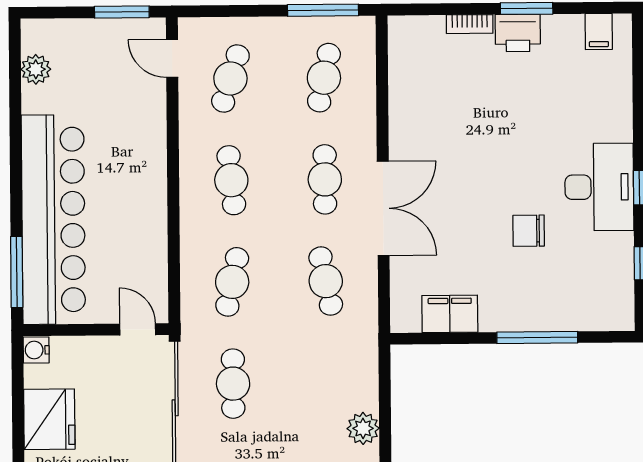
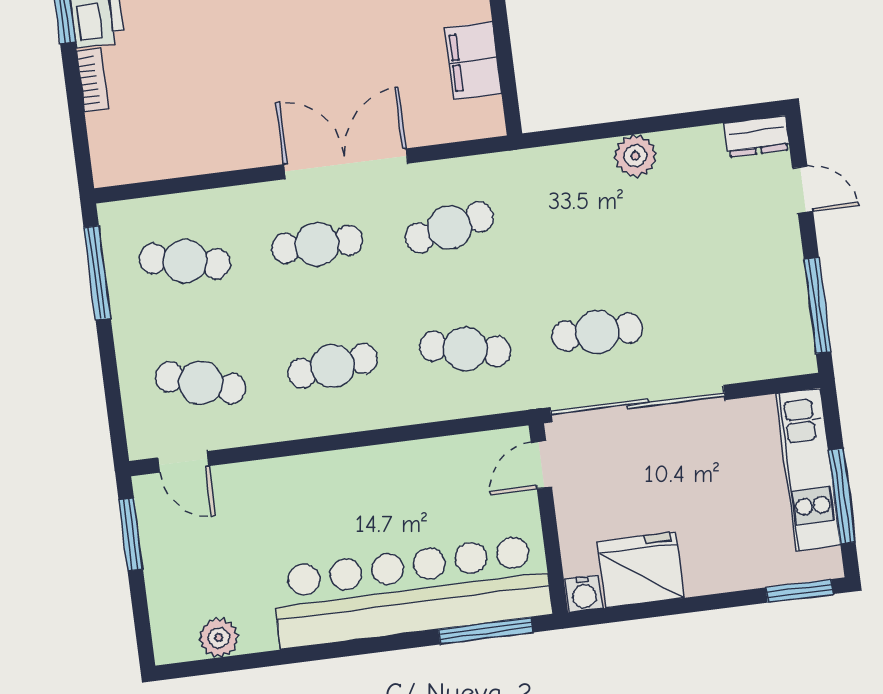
door: (172, 58) -> (183, 462), hinge flipped
fridge: (49, 419) -> (641, 570), moved

